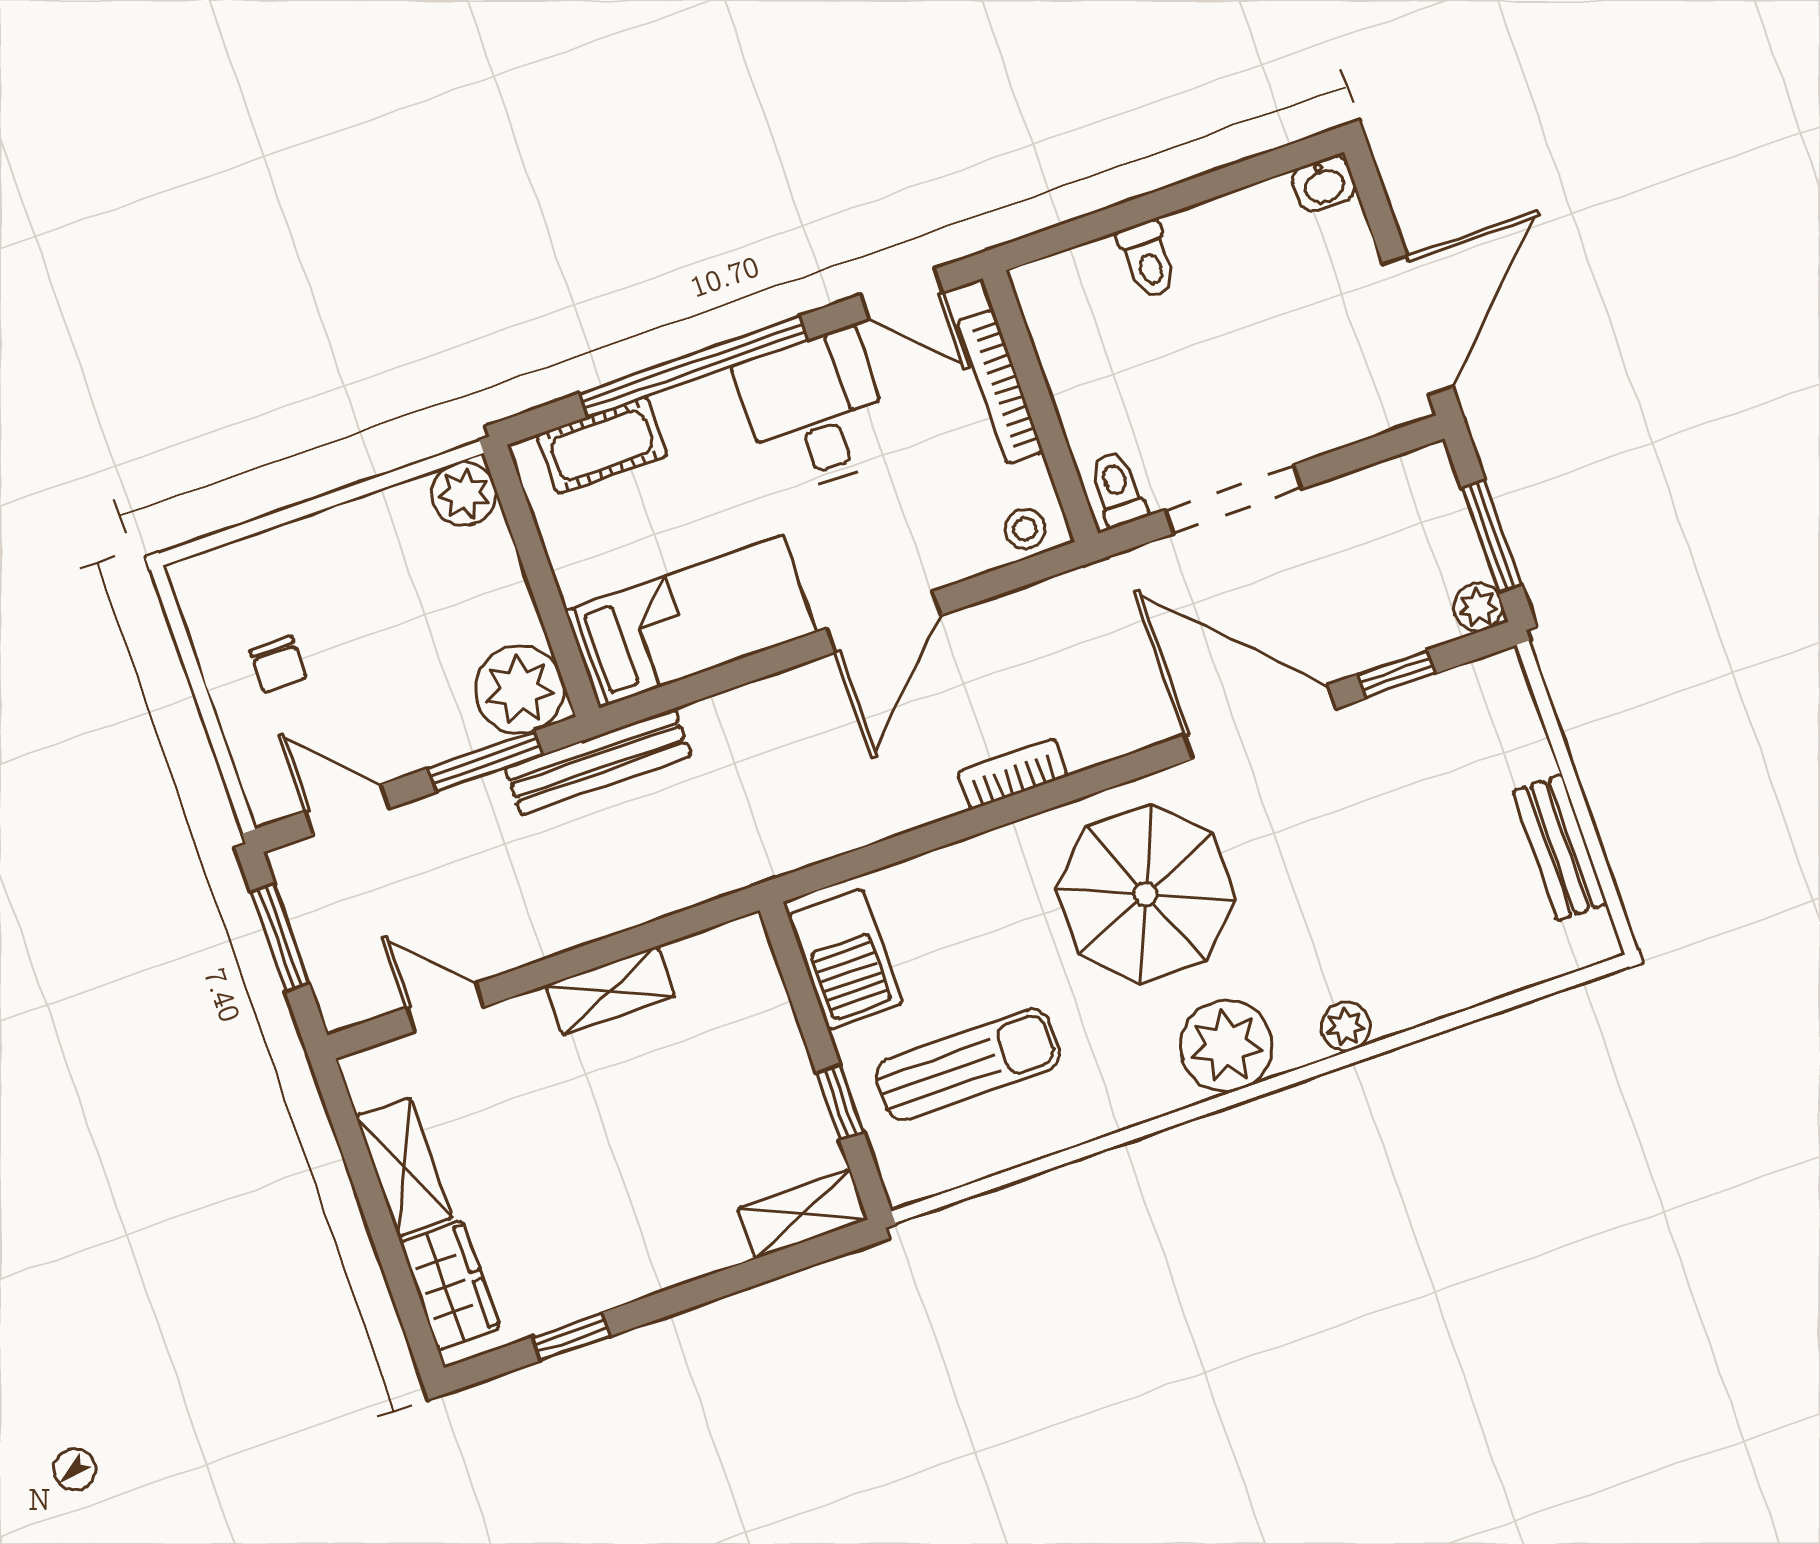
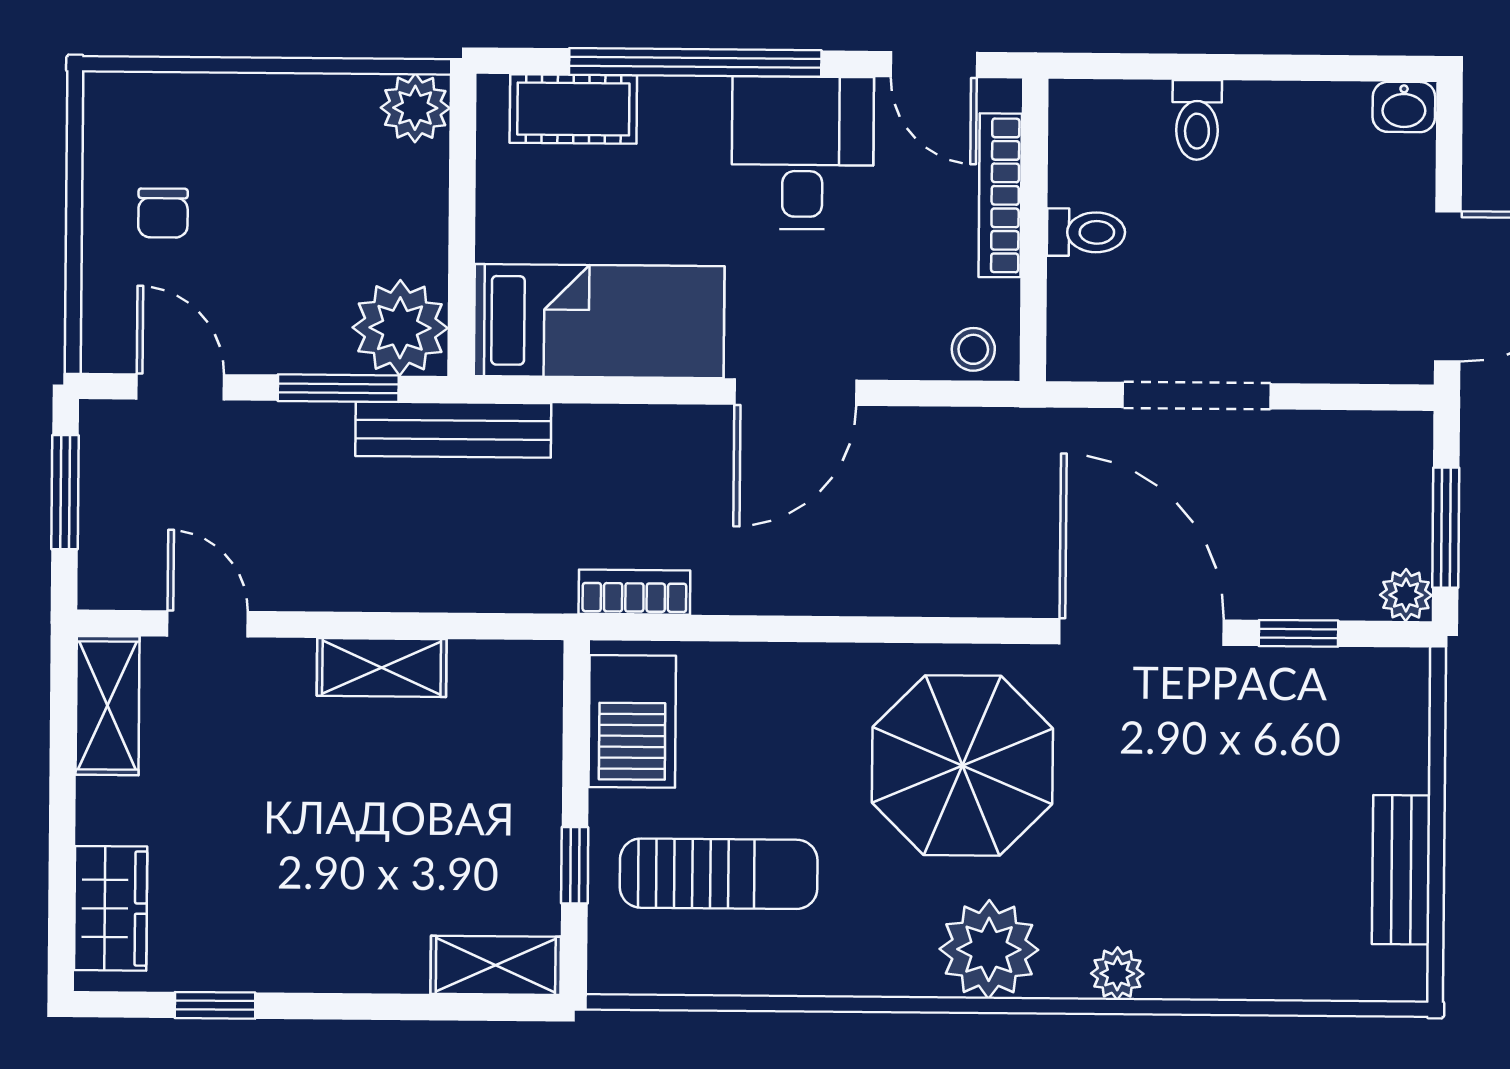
toilet: (1118, 489) -> (1086, 232), moved, turned 90
bookcase: (1013, 774) -> (634, 592), moved
shelving: (404, 1167) -> (108, 706), moved

